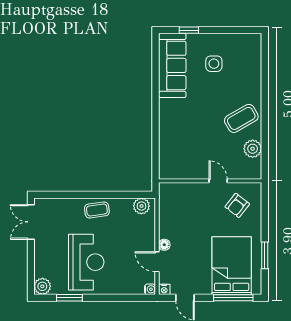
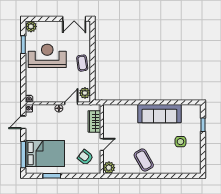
sofa: (172, 65) -> (159, 114), moved
plant: (253, 149) -> (109, 168), moved
wardrobe: (184, 192) -> (94, 121), added
double door: (31, 222) -> (74, 19), swing flipped
reception desk: (86, 262) -> (47, 56), turned 180
door: (157, 262) -> (71, 103), moved

